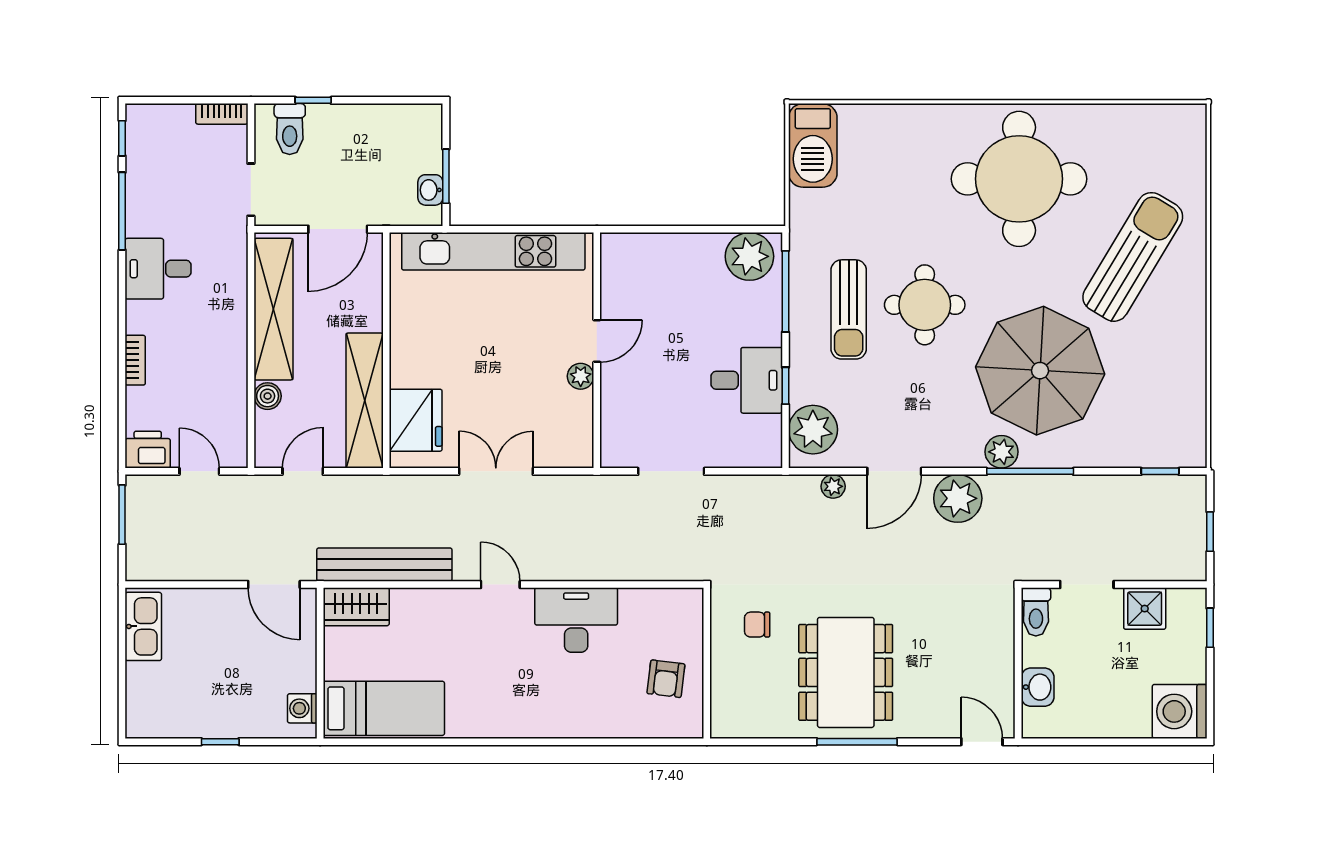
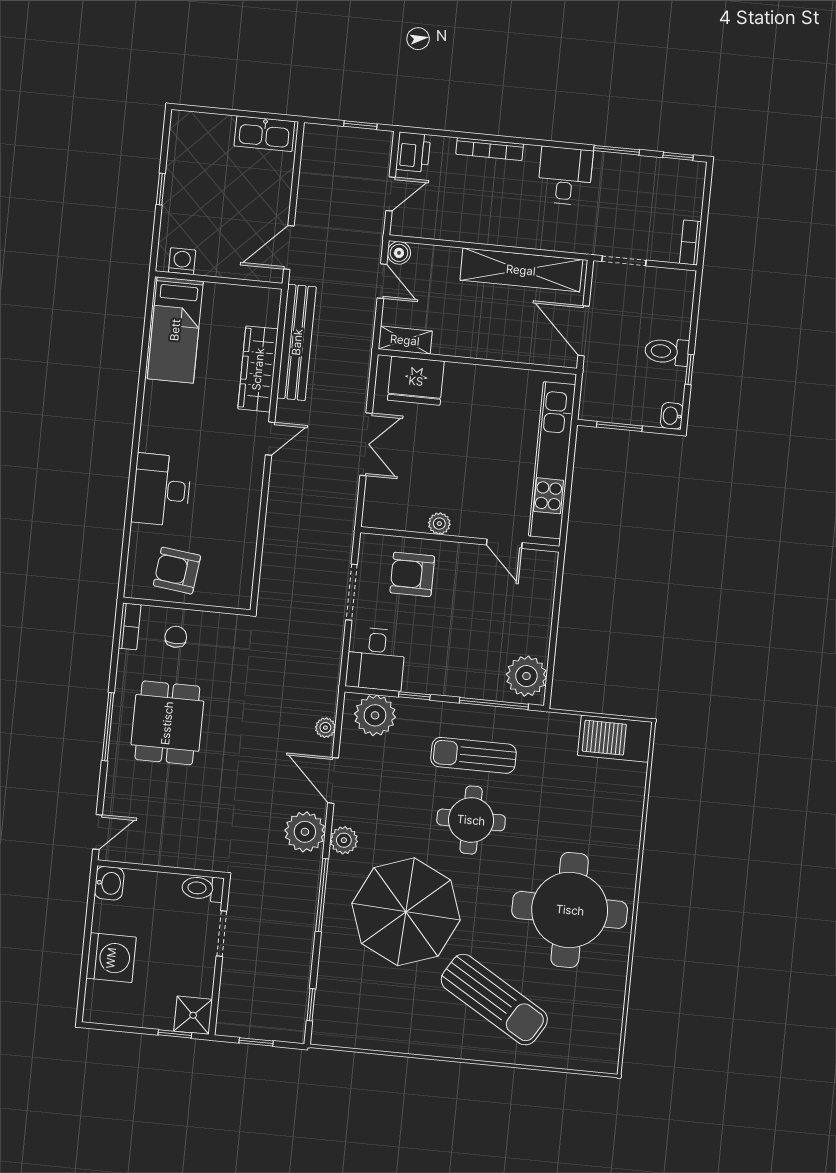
window: (313, 100) -> (690, 369), moved
toilet: (290, 129) -> (667, 352), moved
washbasin: (430, 190) -> (672, 416), moved, turned -90
window: (122, 211) -> (617, 150), width x0.69
door: (597, 341) -> (504, 544), moved
bookcase: (135, 360) -> (490, 149), width x1.56
desk: (747, 380) -> (376, 659), moved
boiler: (268, 396) -> (399, 253), moved
shelving: (365, 401) -> (405, 340), width x0.45, depth x0.75
armchair: (643, 402) -> (412, 574), added
plant: (1002, 452) -> (344, 840), moved
window: (122, 515) -> (360, 125), width x0.67
wardrobe: (356, 607) -> (258, 369), moved, width x1.50
shower: (1145, 609) -> (193, 1015), moved
desk: (576, 620) -> (161, 490), moved, turned 180
chair: (757, 625) -> (176, 637), moved
dining table: (846, 672) -> (167, 723), width x0.73
armchair: (666, 679) -> (177, 571), width x1.38, depth x1.38
washbasin: (1038, 687) -> (109, 883), moved, turned -90
washing machine: (1180, 711) -> (111, 958), moved, turned 90
bookcase: (737, 728) -> (130, 626), added

